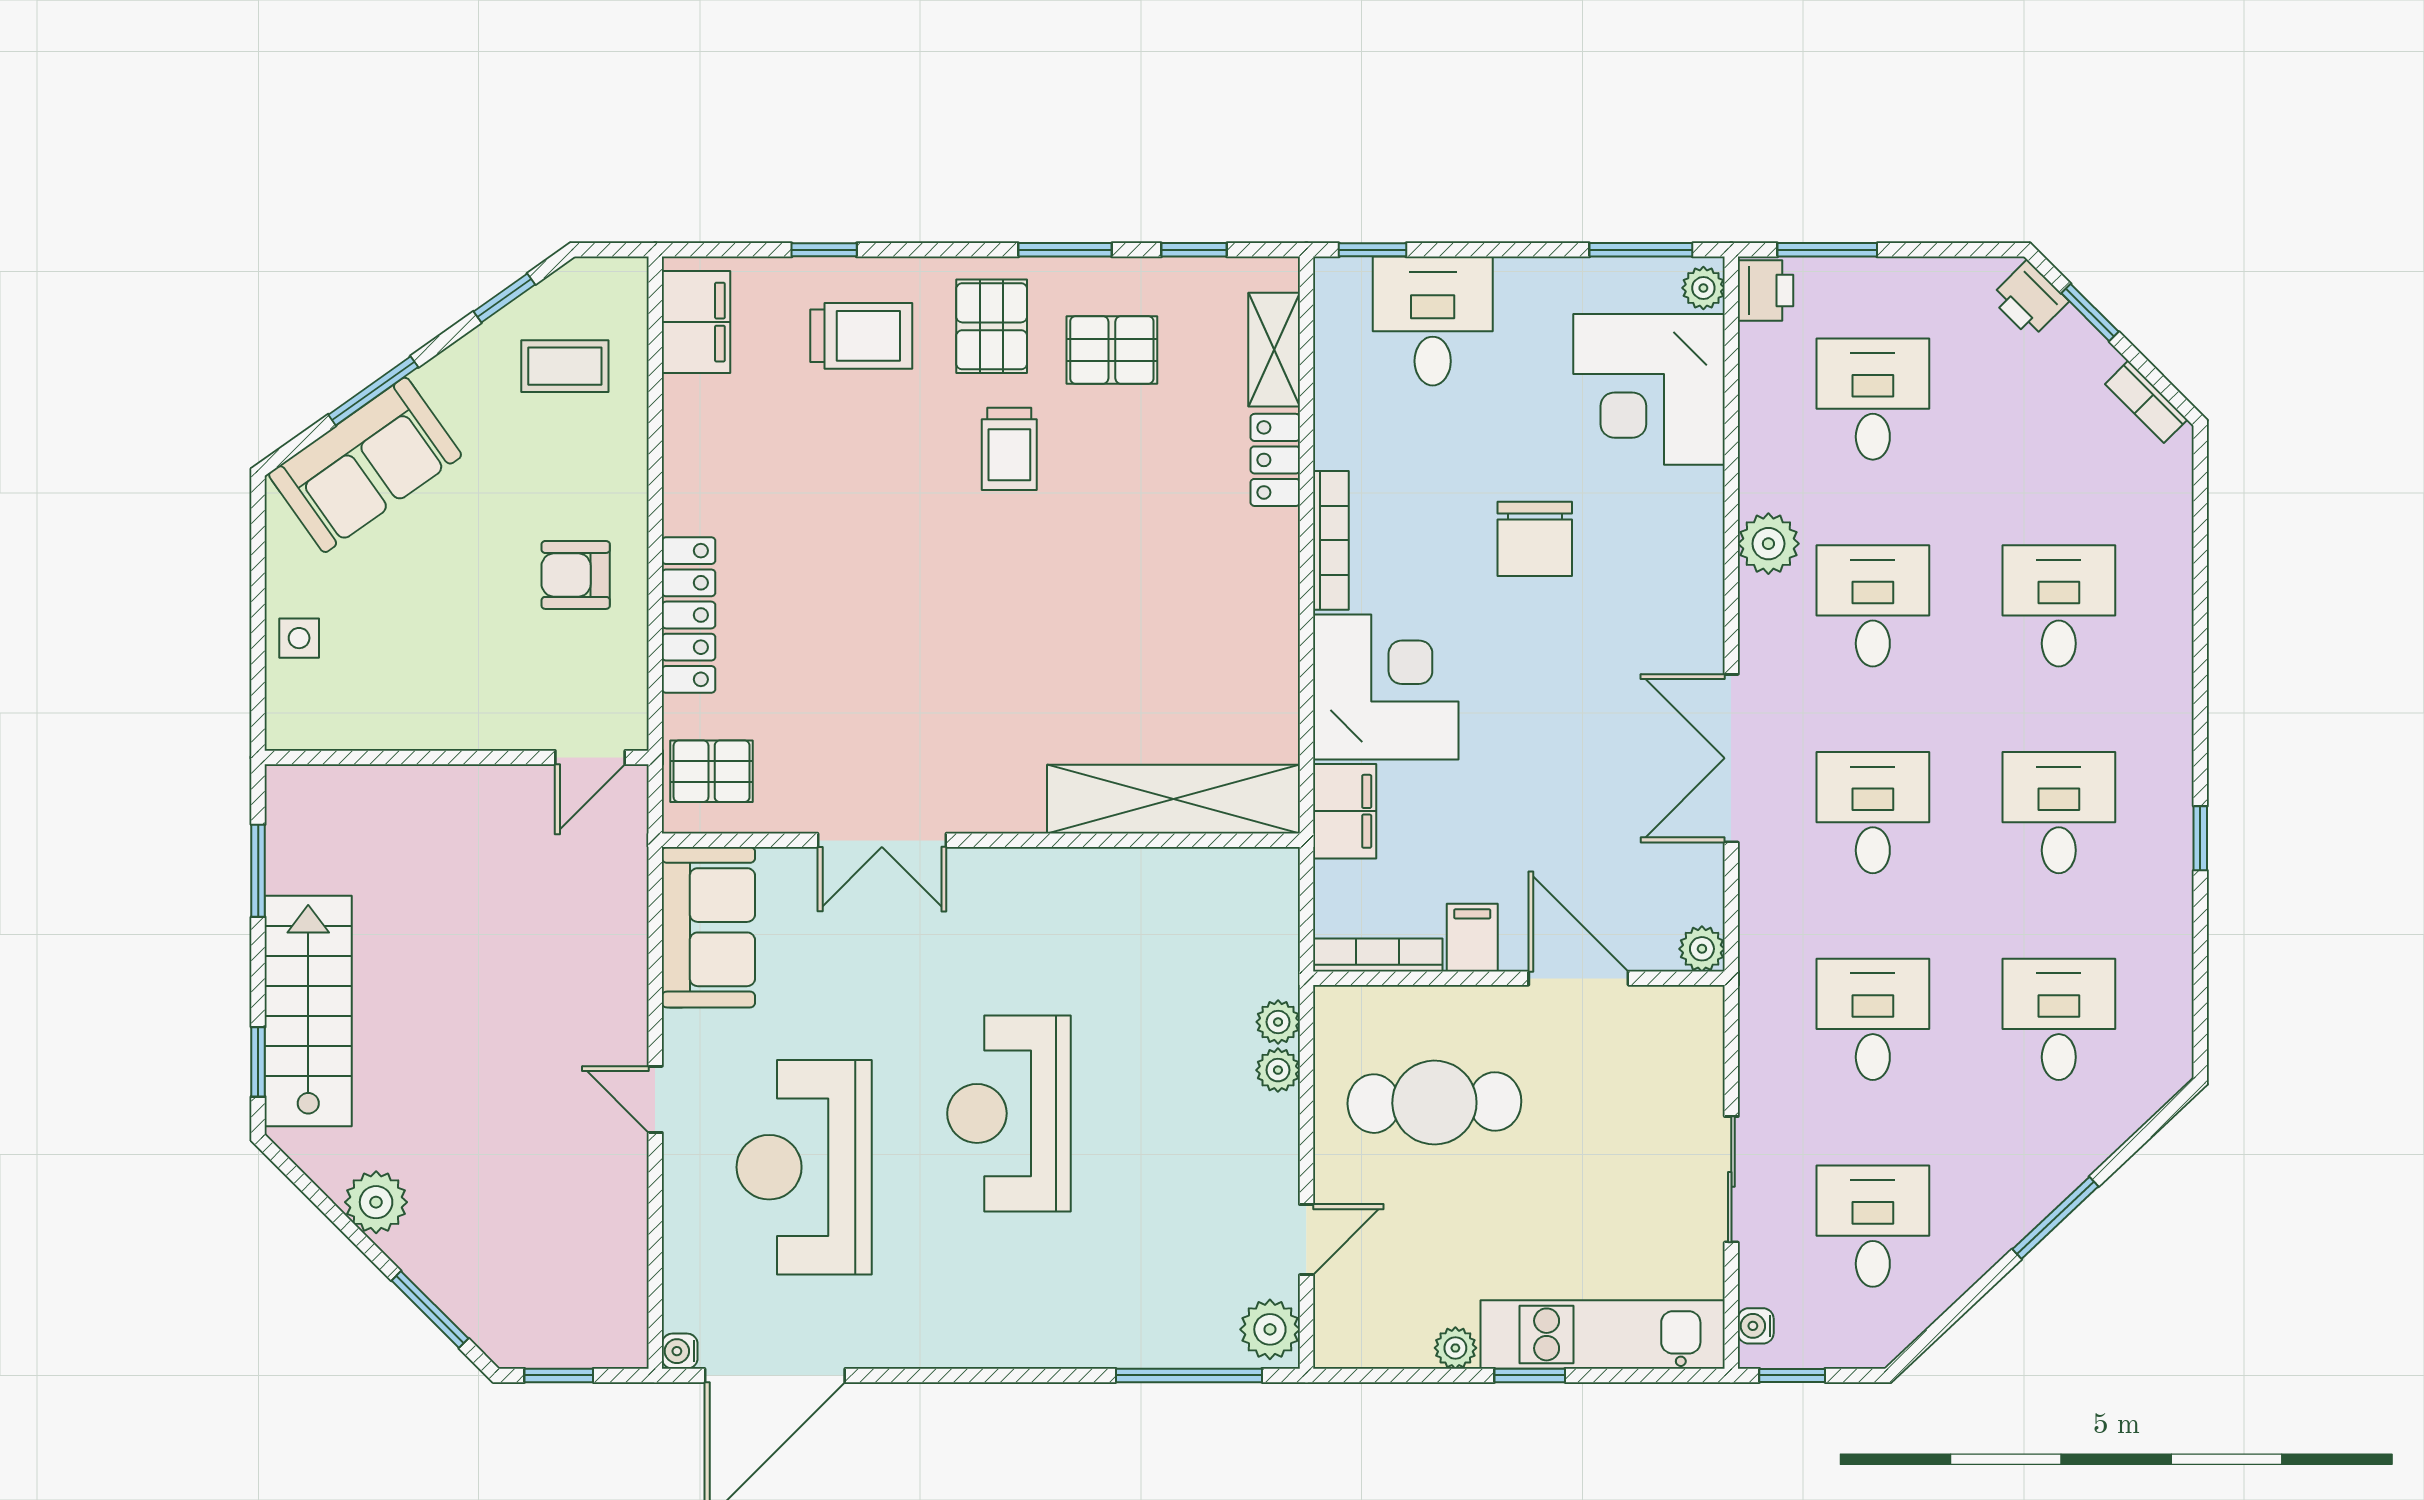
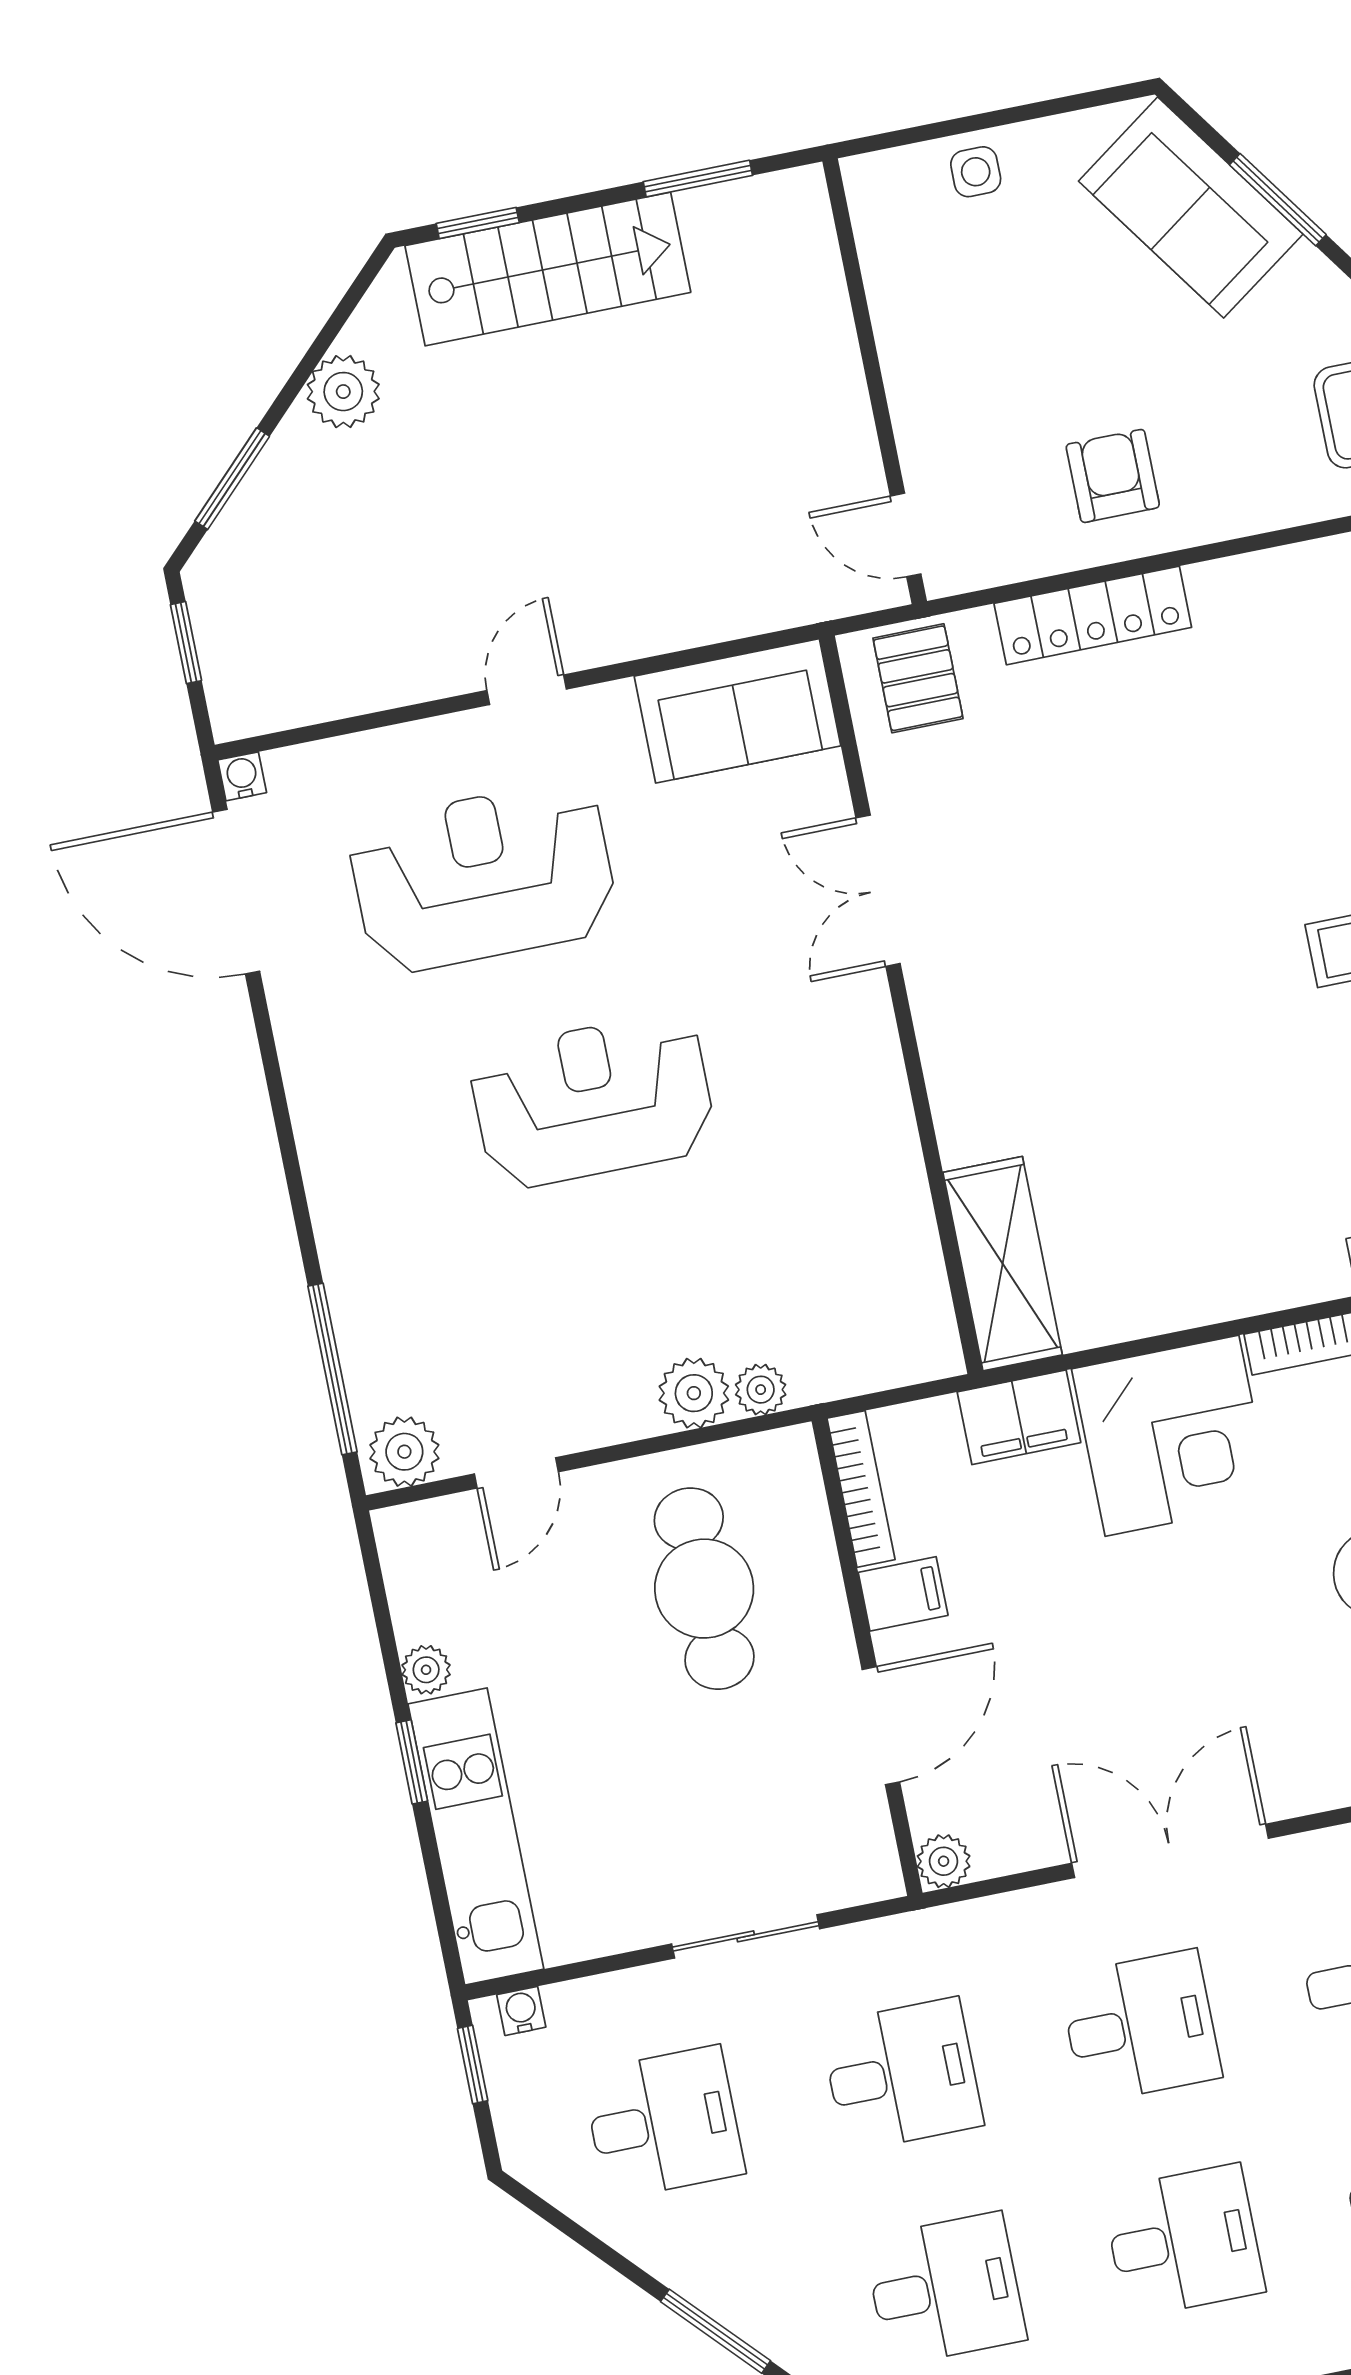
shelving: (1174, 799) -> (1003, 1264), width x0.68
plant: (1278, 1070) -> (694, 1393), width x1.38, depth x1.38
sliding door: (1731, 1179) -> (746, 1936), moved
door: (1306, 1240) -> (516, 1473), hinge flipped

